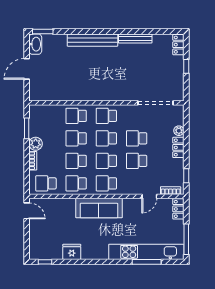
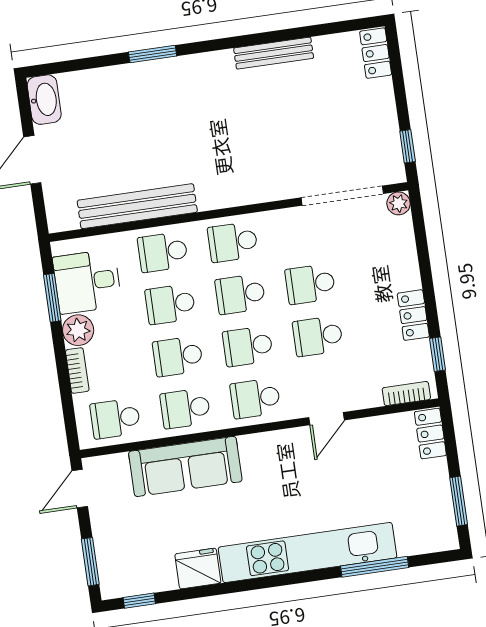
window: (43, 31) -> (153, 54), moved
bench: (92, 40) -> (137, 206), moved
window: (186, 66) -> (408, 146), moved
desk: (42, 124) -> (87, 282), added
plant: (179, 131) -> (399, 203), moved
locker: (178, 147) -> (413, 315), moved
door: (149, 196) -> (326, 419), moved
sofa: (99, 208) -> (185, 466), moved
door: (27, 211) -> (80, 489), swing flipped
window: (186, 239) -> (459, 501), width x0.69
window: (27, 242) -> (90, 562), added
kitchen unit: (146, 252) -> (307, 553), moved

